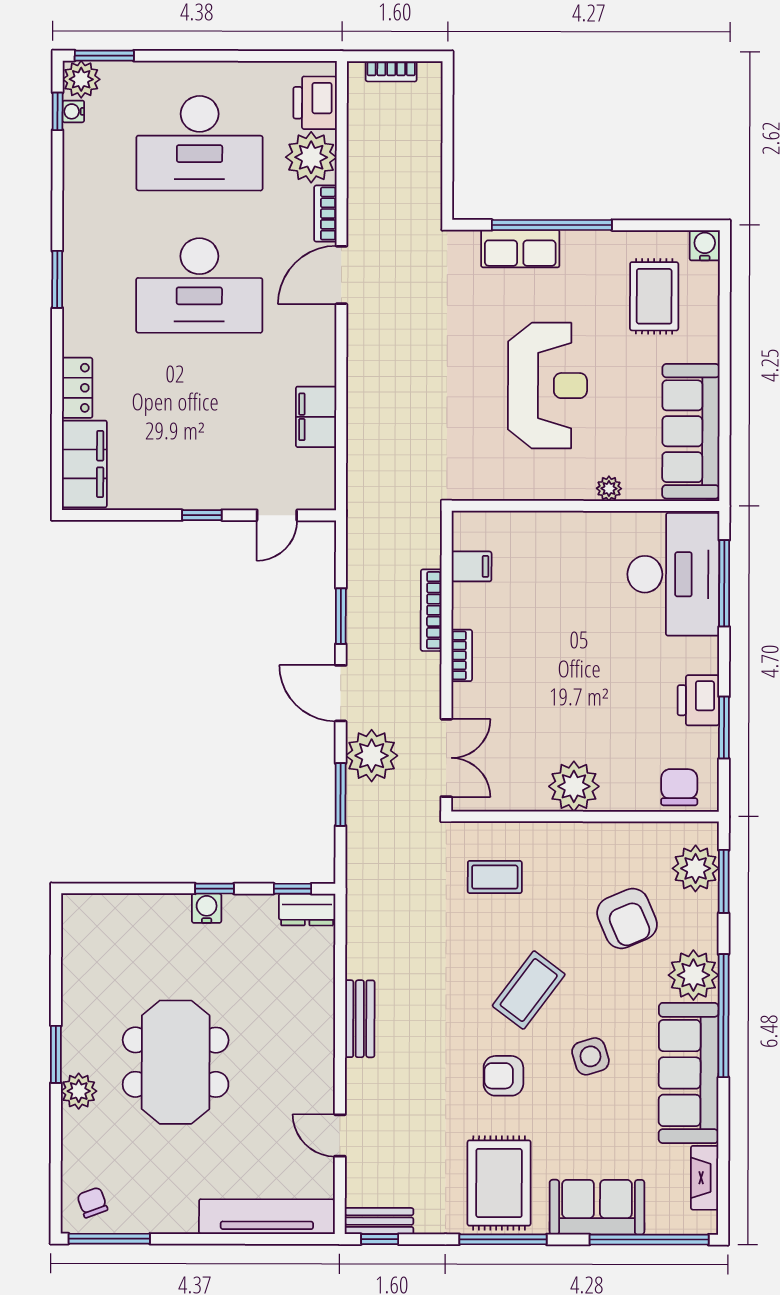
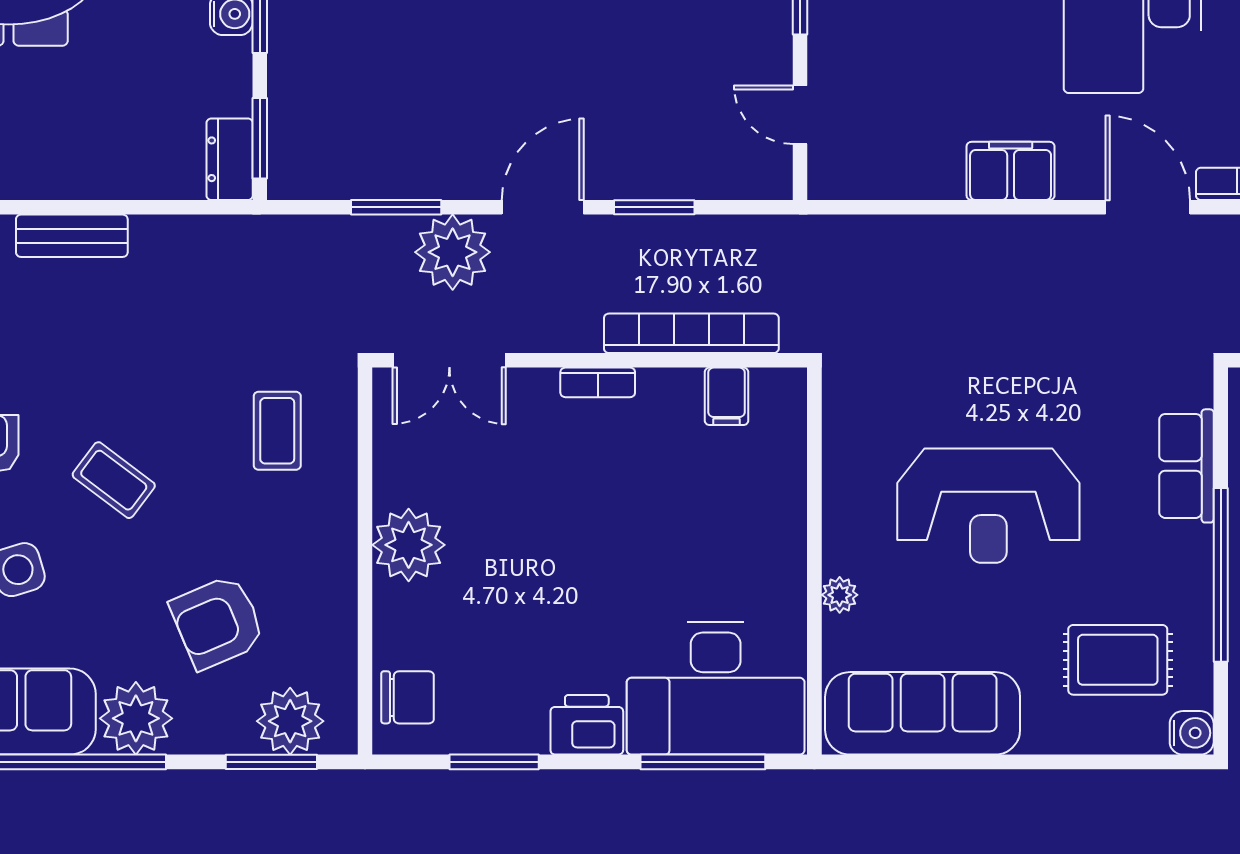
window: (552, 225) -> (1221, 575), moved
filing cabinet: (316, 417) -> (1011, 171), moved
bookcase: (431, 610) -> (691, 333), width x1.48, depth x1.31
printer: (698, 700) -> (587, 725), moved
window: (293, 889) -> (260, 138), width x1.50
coffee table: (529, 990) -> (114, 480), width x0.73, depth x0.77

